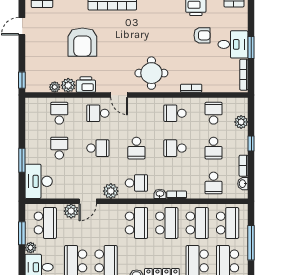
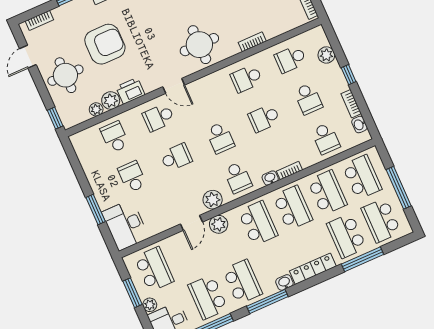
armchair: (82, 42) -> (105, 44), turned -90
round table: (43, 52) -> (65, 75), added
school desk: (214, 113) -> (290, 59), turned -90
school desk: (136, 183) -> (238, 177), turned 90
plant: (71, 211) -> (219, 224), moved

